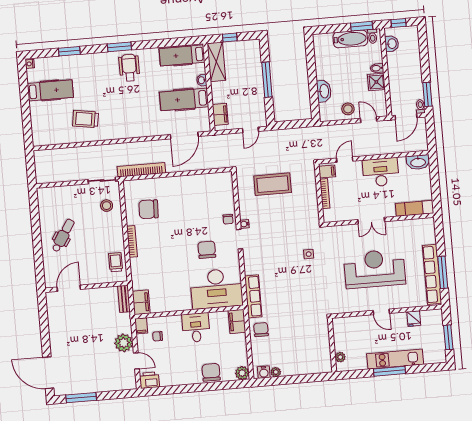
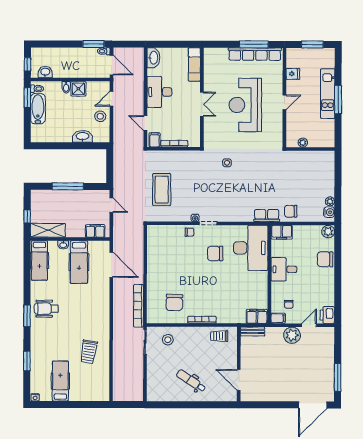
row of seats: (253, 296) -> (267, 216), width x0.68
plant: (340, 357) -> (303, 143), moved

